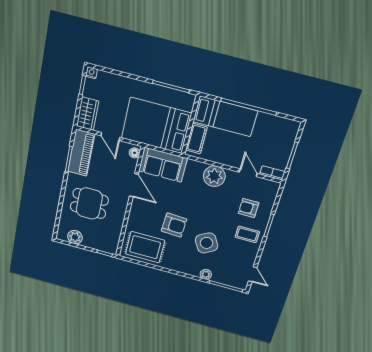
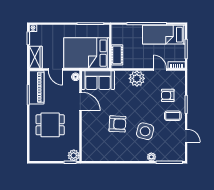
bed: (225, 116) -> (164, 35), moved, turned 180
plant: (75, 237) -> (74, 155), moved
side table: (207, 243) -> (145, 131), turned 45
rug: (145, 247) -> (100, 148), removed
door: (253, 274) -> (186, 136), moved

